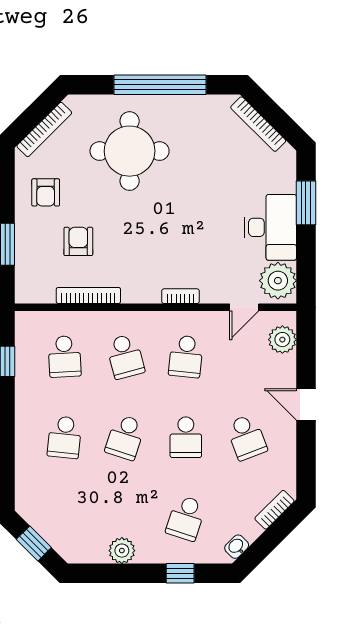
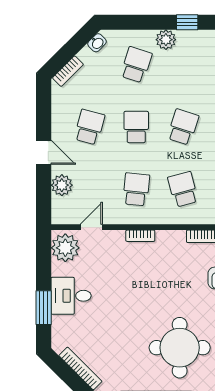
desk: (270, 227) -> (71, 296), width x0.73
plant: (282, 340) -> (62, 185), moved
school desk: (246, 437) -> (89, 127), turned 36
plant: (122, 551) -> (166, 40), moved
window: (180, 573) -> (187, 22), moved

